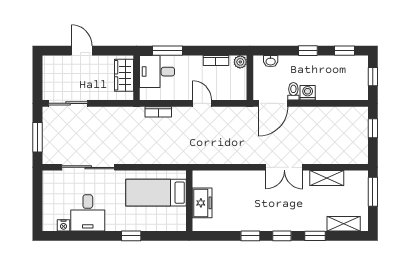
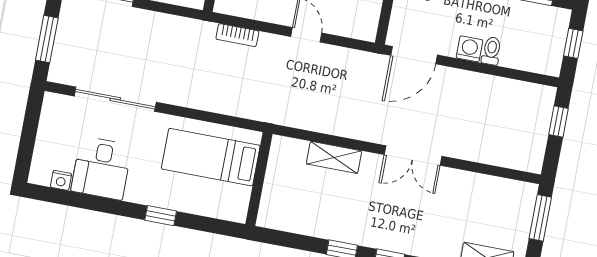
toilet: (293, 91) -> (491, 51), moved
shelving: (327, 178) -> (334, 157), moved
freezer: (202, 203) -> (278, 186), removed

